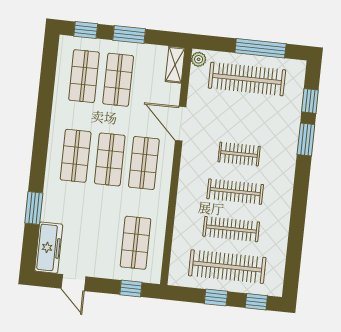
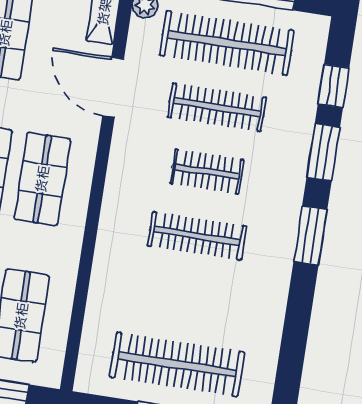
door: (181, 124) -> (113, 87), moved
window: (301, 188) -> (310, 236), added
clothes rail: (231, 229) -> (217, 107), moved

